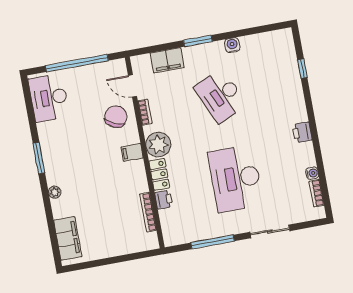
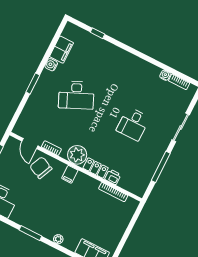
filing cabinet: (167, 60) -> (61, 50), moved
door: (132, 86) -> (30, 144), hinge flipped
printer: (302, 132) -> (136, 63), removed
desk: (236, 179) -> (133, 124), width x0.53, depth x0.77

